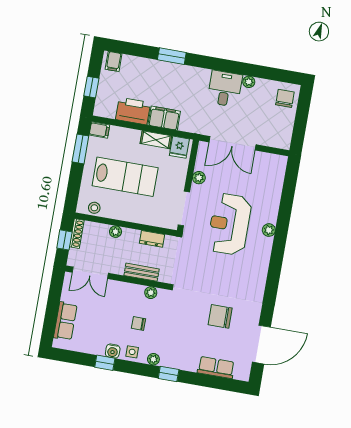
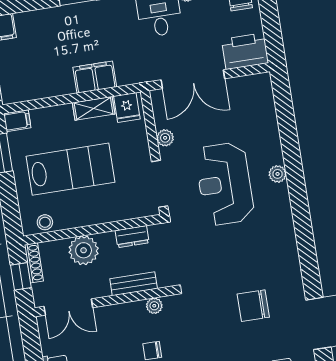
printer: (133, 111) -> (245, 51), moved
plant: (116, 232) -> (84, 250), width x1.87, depth x1.87

